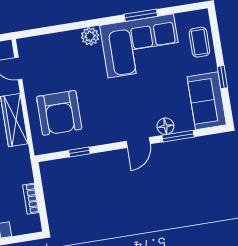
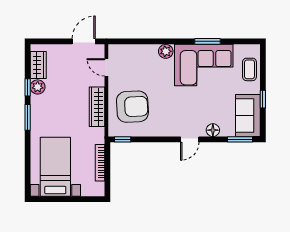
armchair: (59, 113) -> (132, 107), turned -93
window: (178, 136) -> (240, 139), moved
window: (79, 152) -> (123, 139), moved
bookcase: (31, 199) -> (100, 163), width x1.56

